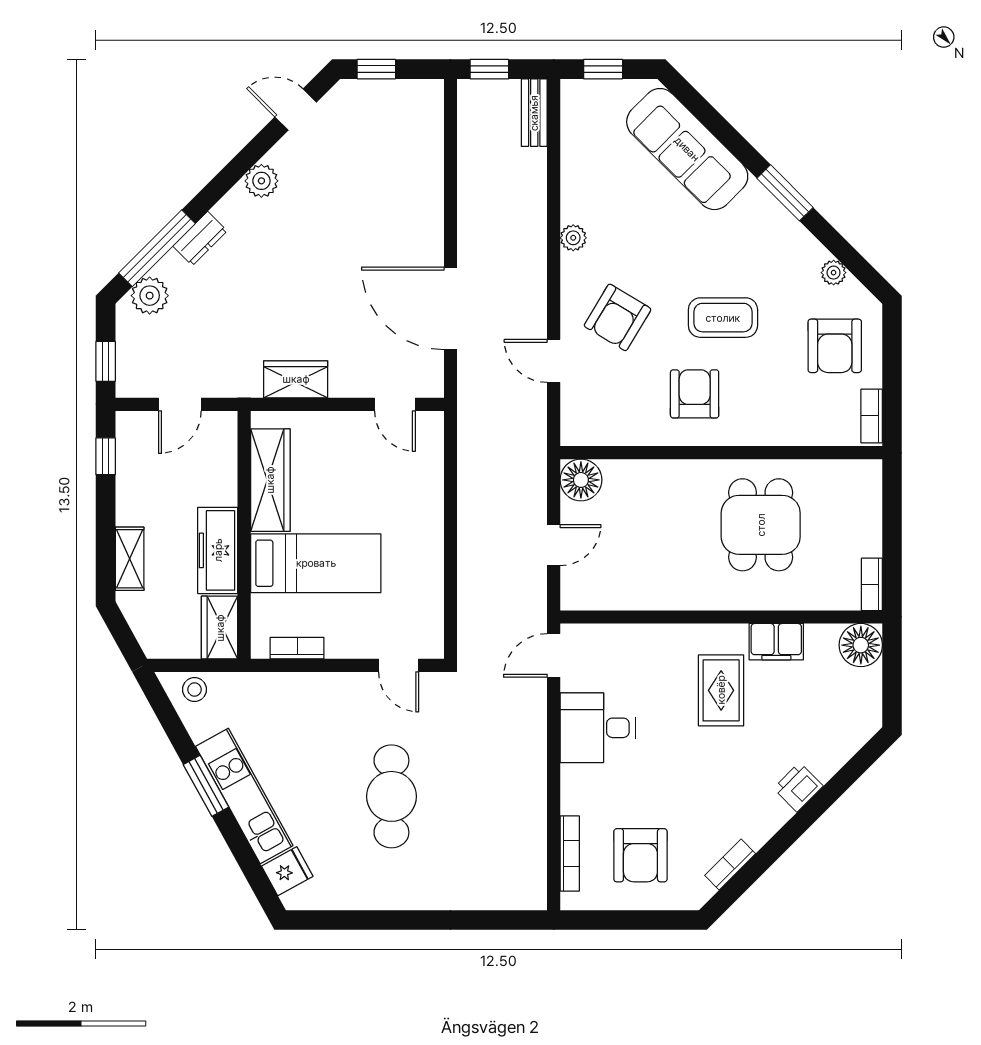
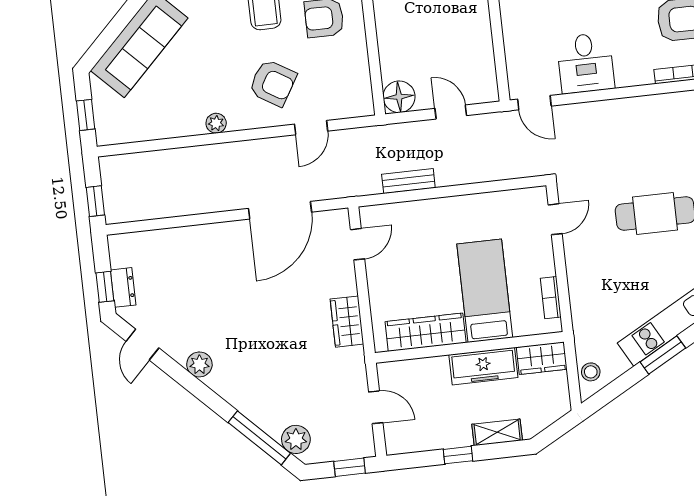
bench: (534, 113) -> (408, 181), moved
dresser: (200, 239) -> (123, 287), moved, turned 45
window: (106, 456) -> (458, 455), moved

